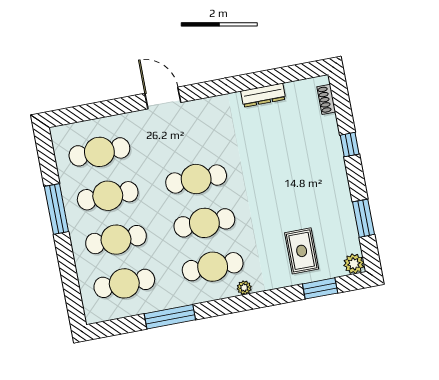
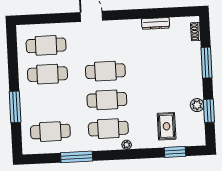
window: (350, 145) -> (206, 63), width x2.17
window: (56, 209) -> (15, 107), moved
cafe table: (116, 240) -> (49, 103), removed
plant: (354, 264) -> (197, 105), moved

